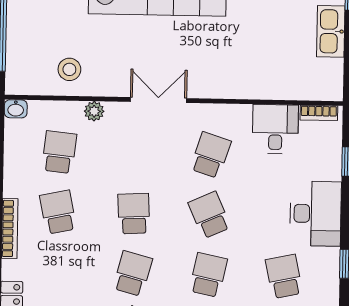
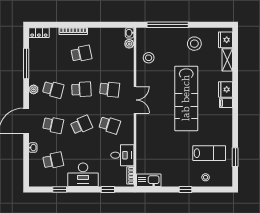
kitchen sink: (331, 31) -> (149, 180), moved
plant: (94, 111) -> (129, 44), moved
school desk: (59, 152) -> (110, 89), moved

